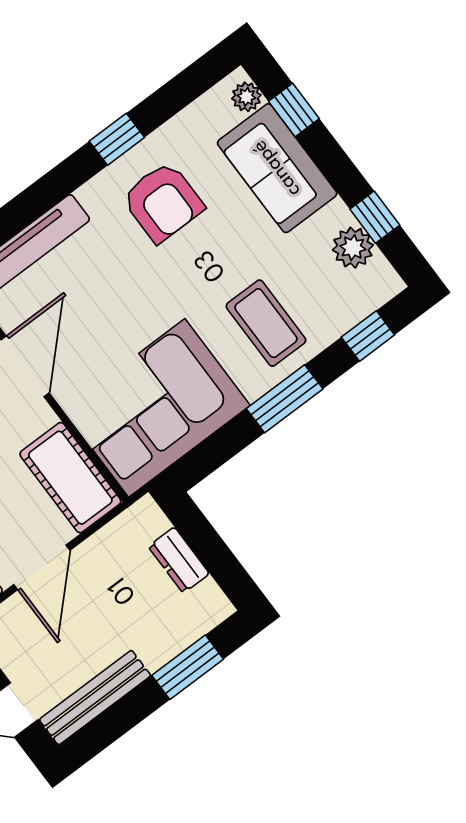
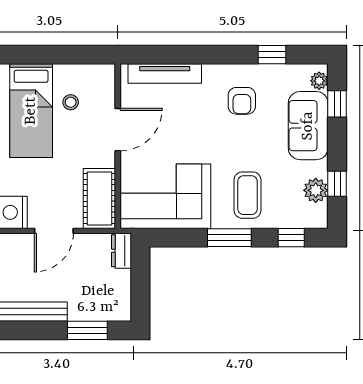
window: (117, 139) -> (272, 55), moved
armchair: (163, 202) -> (242, 101), width x0.72, depth x0.72
dresser: (179, 560) -> (121, 251), moved

